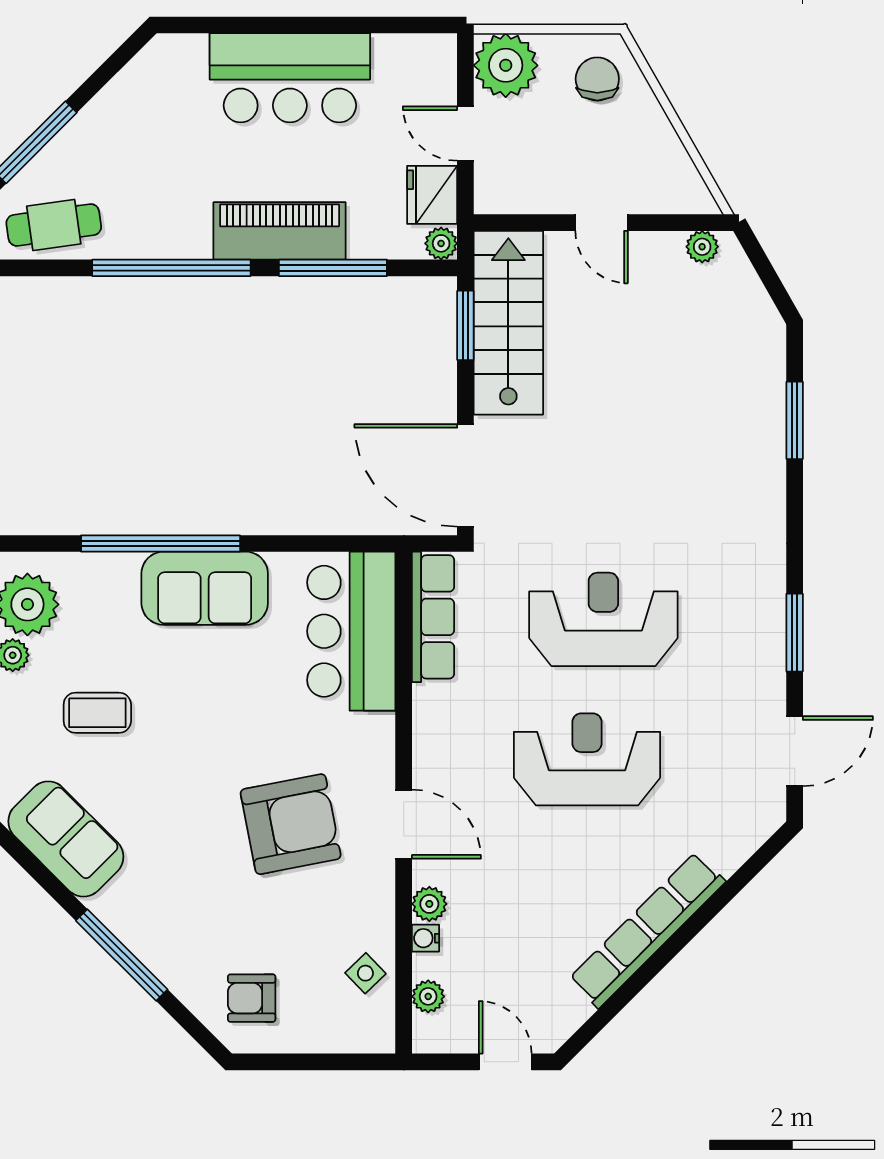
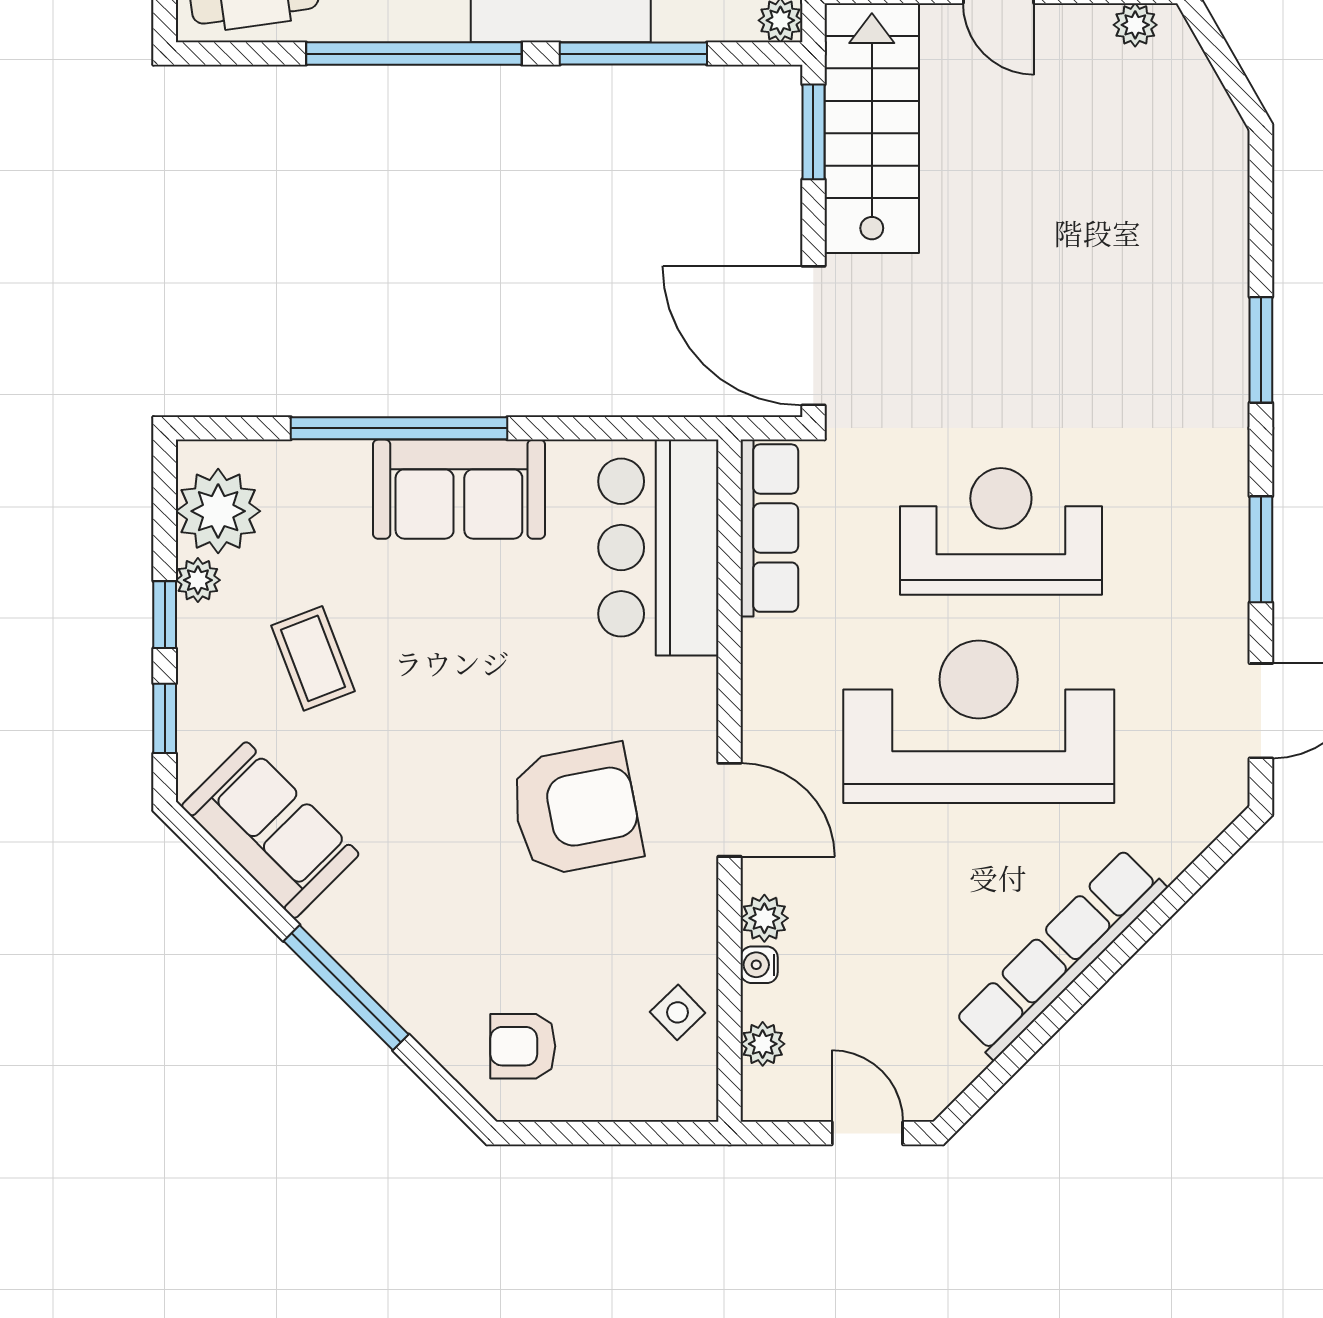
window: (795, 420) -> (1261, 350), moved
coffee table: (97, 713) -> (313, 658), turned 69
reception desk: (587, 759) -> (979, 722), width x1.36, depth x1.30

